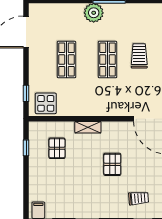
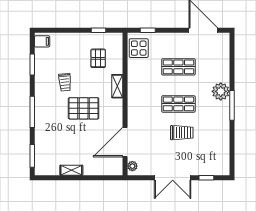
pallet: (57, 148) -> (98, 58), turned 90
pallet: (112, 164) -> (84, 108), width x1.50, depth x1.42
trolley: (139, 198) -> (65, 82), moved

